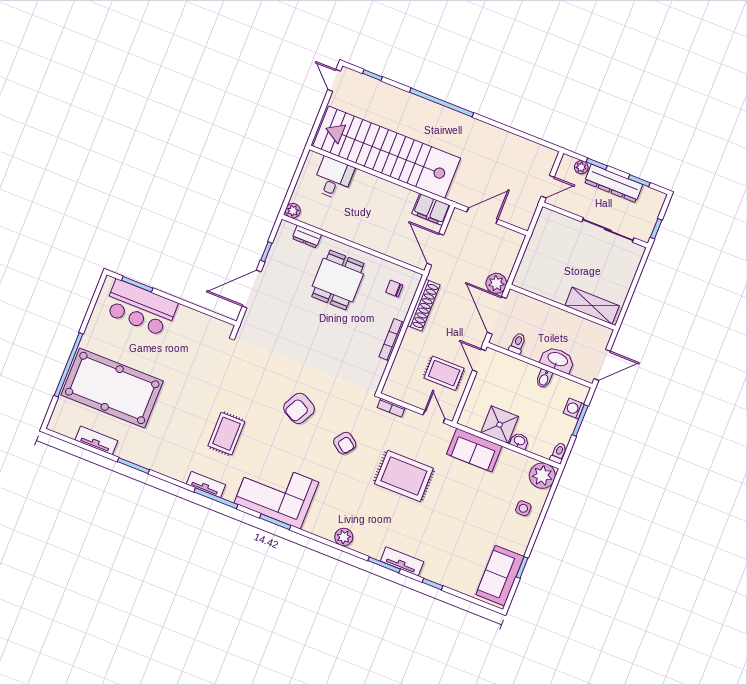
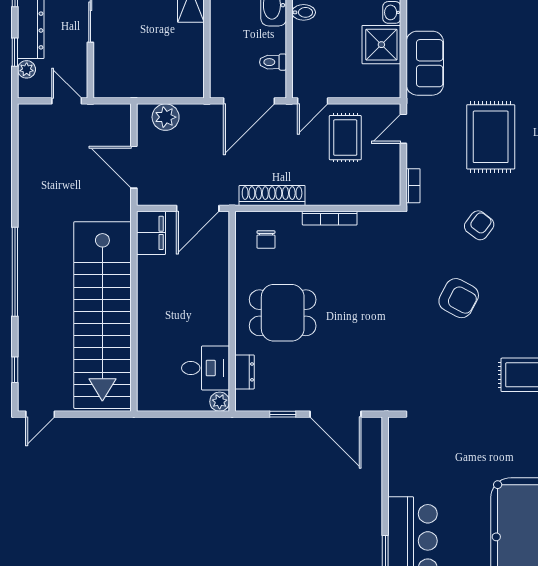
desk: (333, 178) -> (205, 368), moved, turned 180
plant: (496, 283) -> (166, 117), moved

